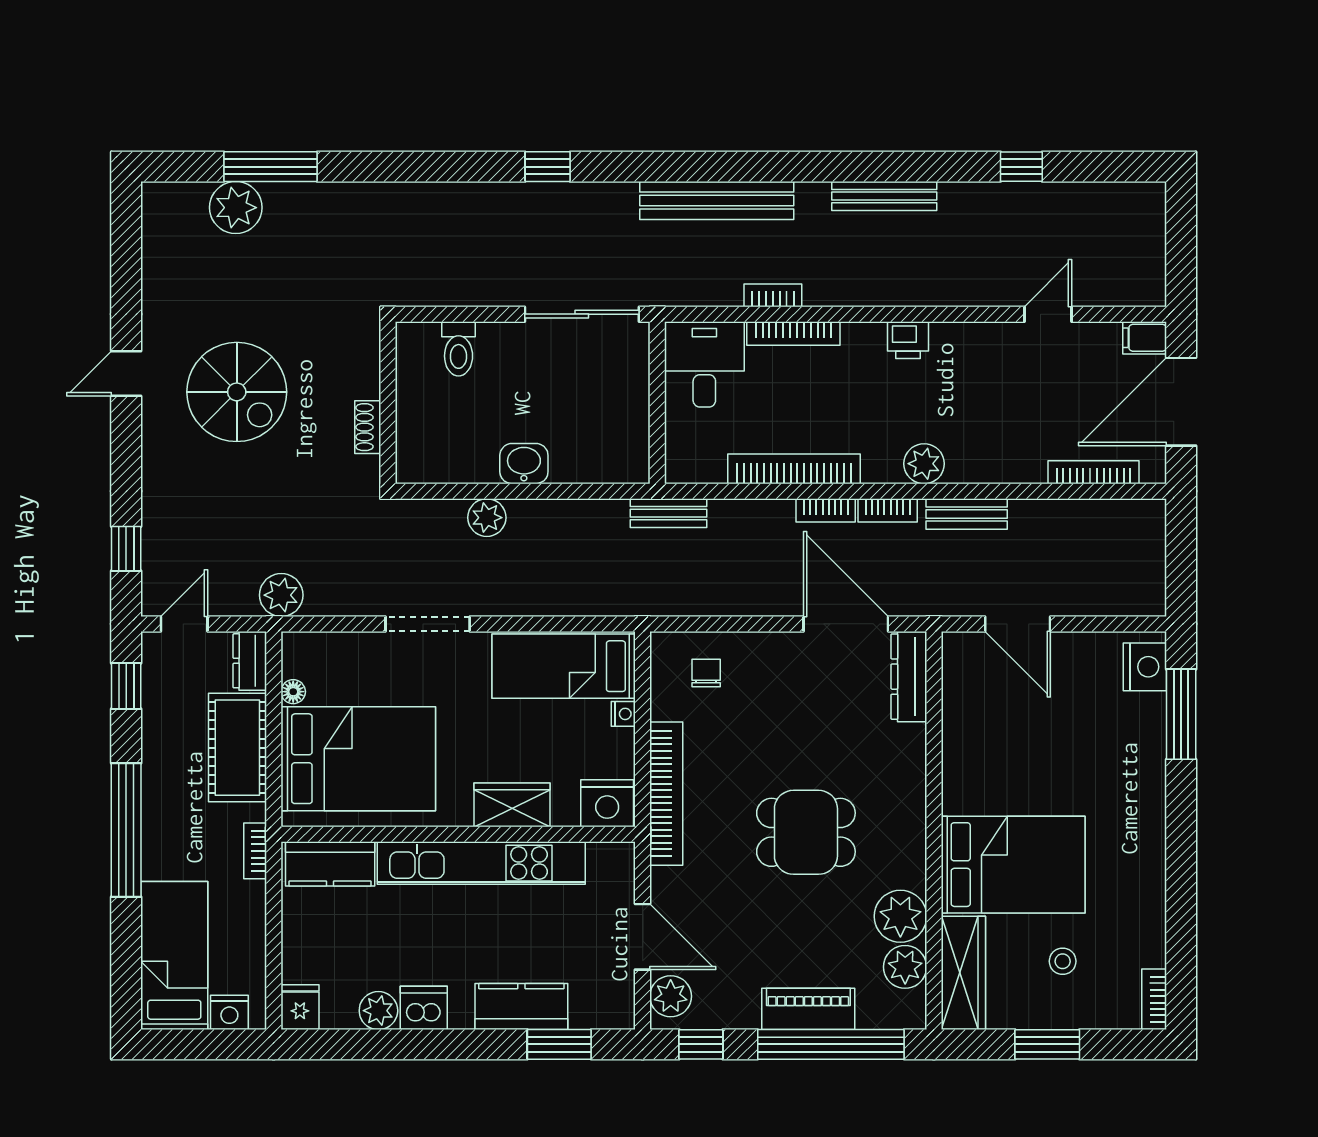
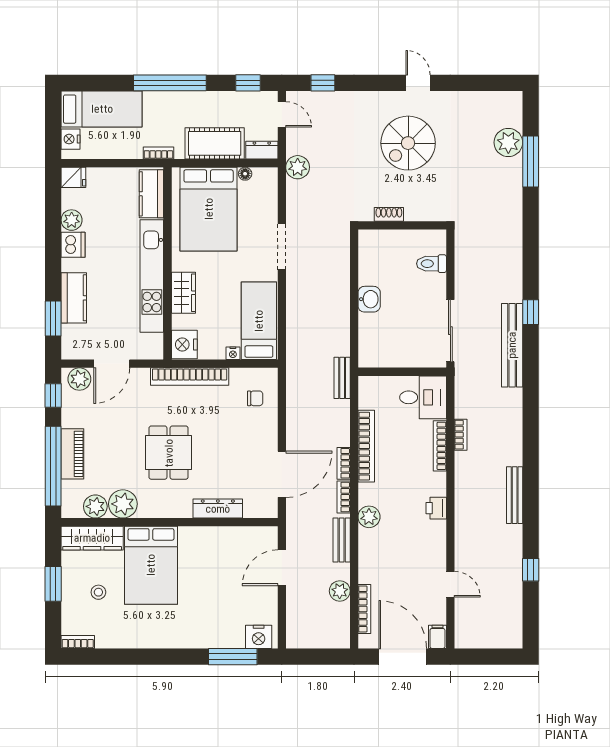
bench: (717, 201) -> (512, 345), moved
plant: (487, 518) -> (340, 591), moved
dresser: (909, 677) -> (218, 509), moved

